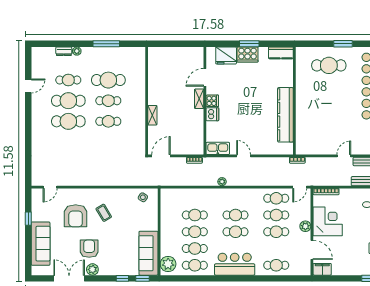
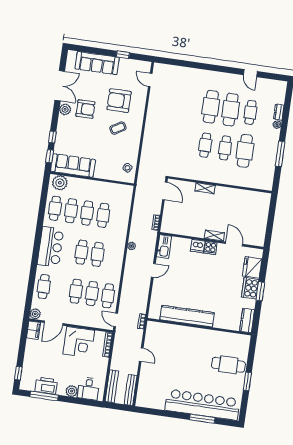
cafe table: (329, 65) -> (228, 365), turned 90
door: (344, 156) -> (141, 355), moved
plant: (305, 226) -> (35, 314), moved

